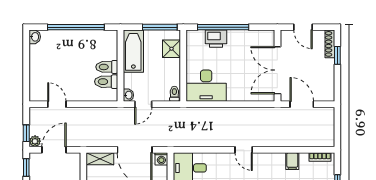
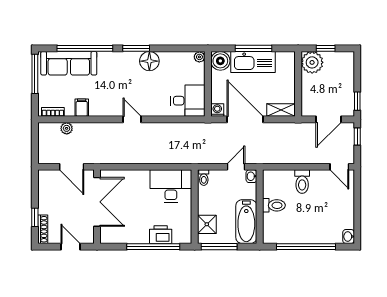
toilet: (106, 82) -> (302, 182), moved, turned 90
door: (57, 104) -> (339, 167), moved
plant: (35, 141) -> (67, 128), moved

